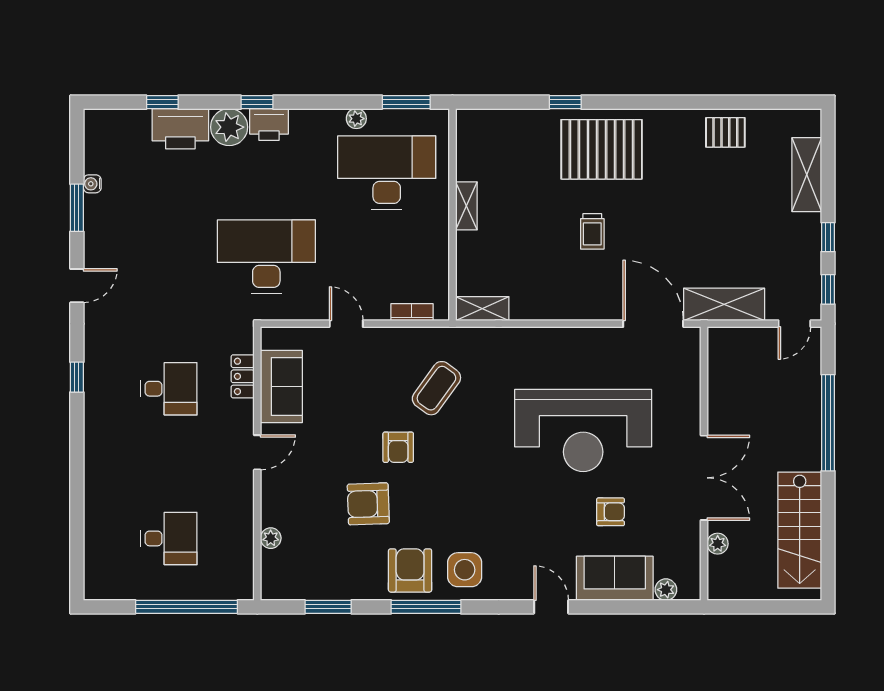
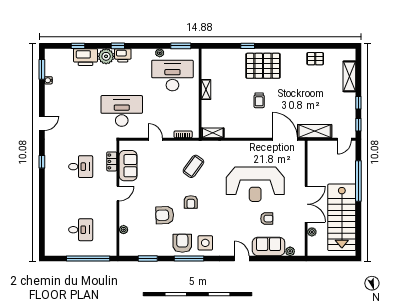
window: (77, 208) -> (42, 69), moved
armchair: (398, 447) -> (191, 202), moved
stairs: (800, 530) -> (342, 217), width x1.36, depth x1.51

